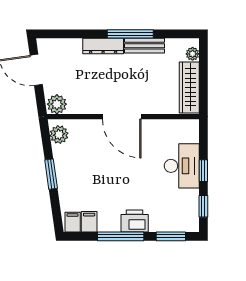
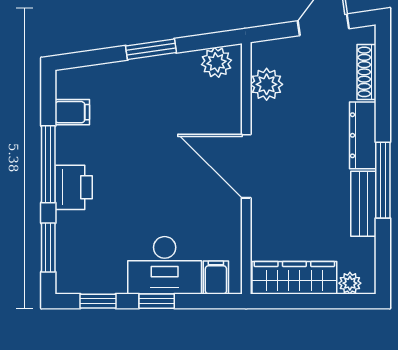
shoe rack: (65, 44) -> (366, 72), added
plant: (57, 104) -> (267, 84), moved
door: (122, 117) -> (246, 166), hinge flipped
filing cabinet: (73, 222) -> (216, 278), moved, turned -90

